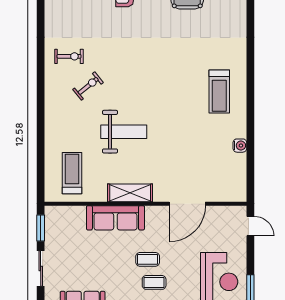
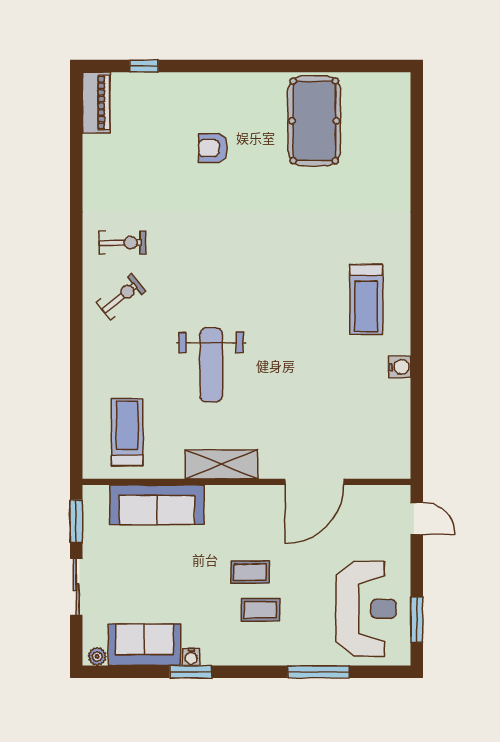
exercise bike: (88, 86) -> (121, 297), moved
weight bench: (124, 132) -> (211, 365), turned 90
water cooler: (240, 146) -> (400, 367), moved
sofa: (115, 218) -> (157, 505), moved

